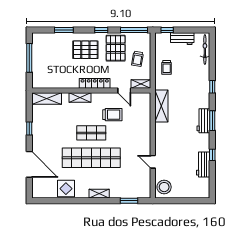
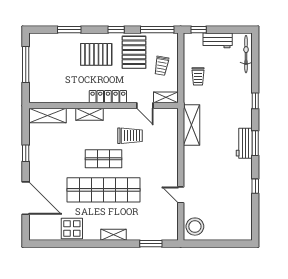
workbench: (203, 164) -> (244, 198), removed

